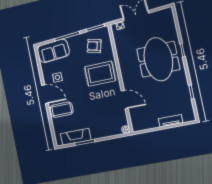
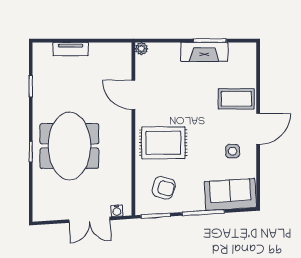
door: (45, 94) -> (258, 129), swing flipped
fireplace: (76, 137) -> (204, 52), moved

